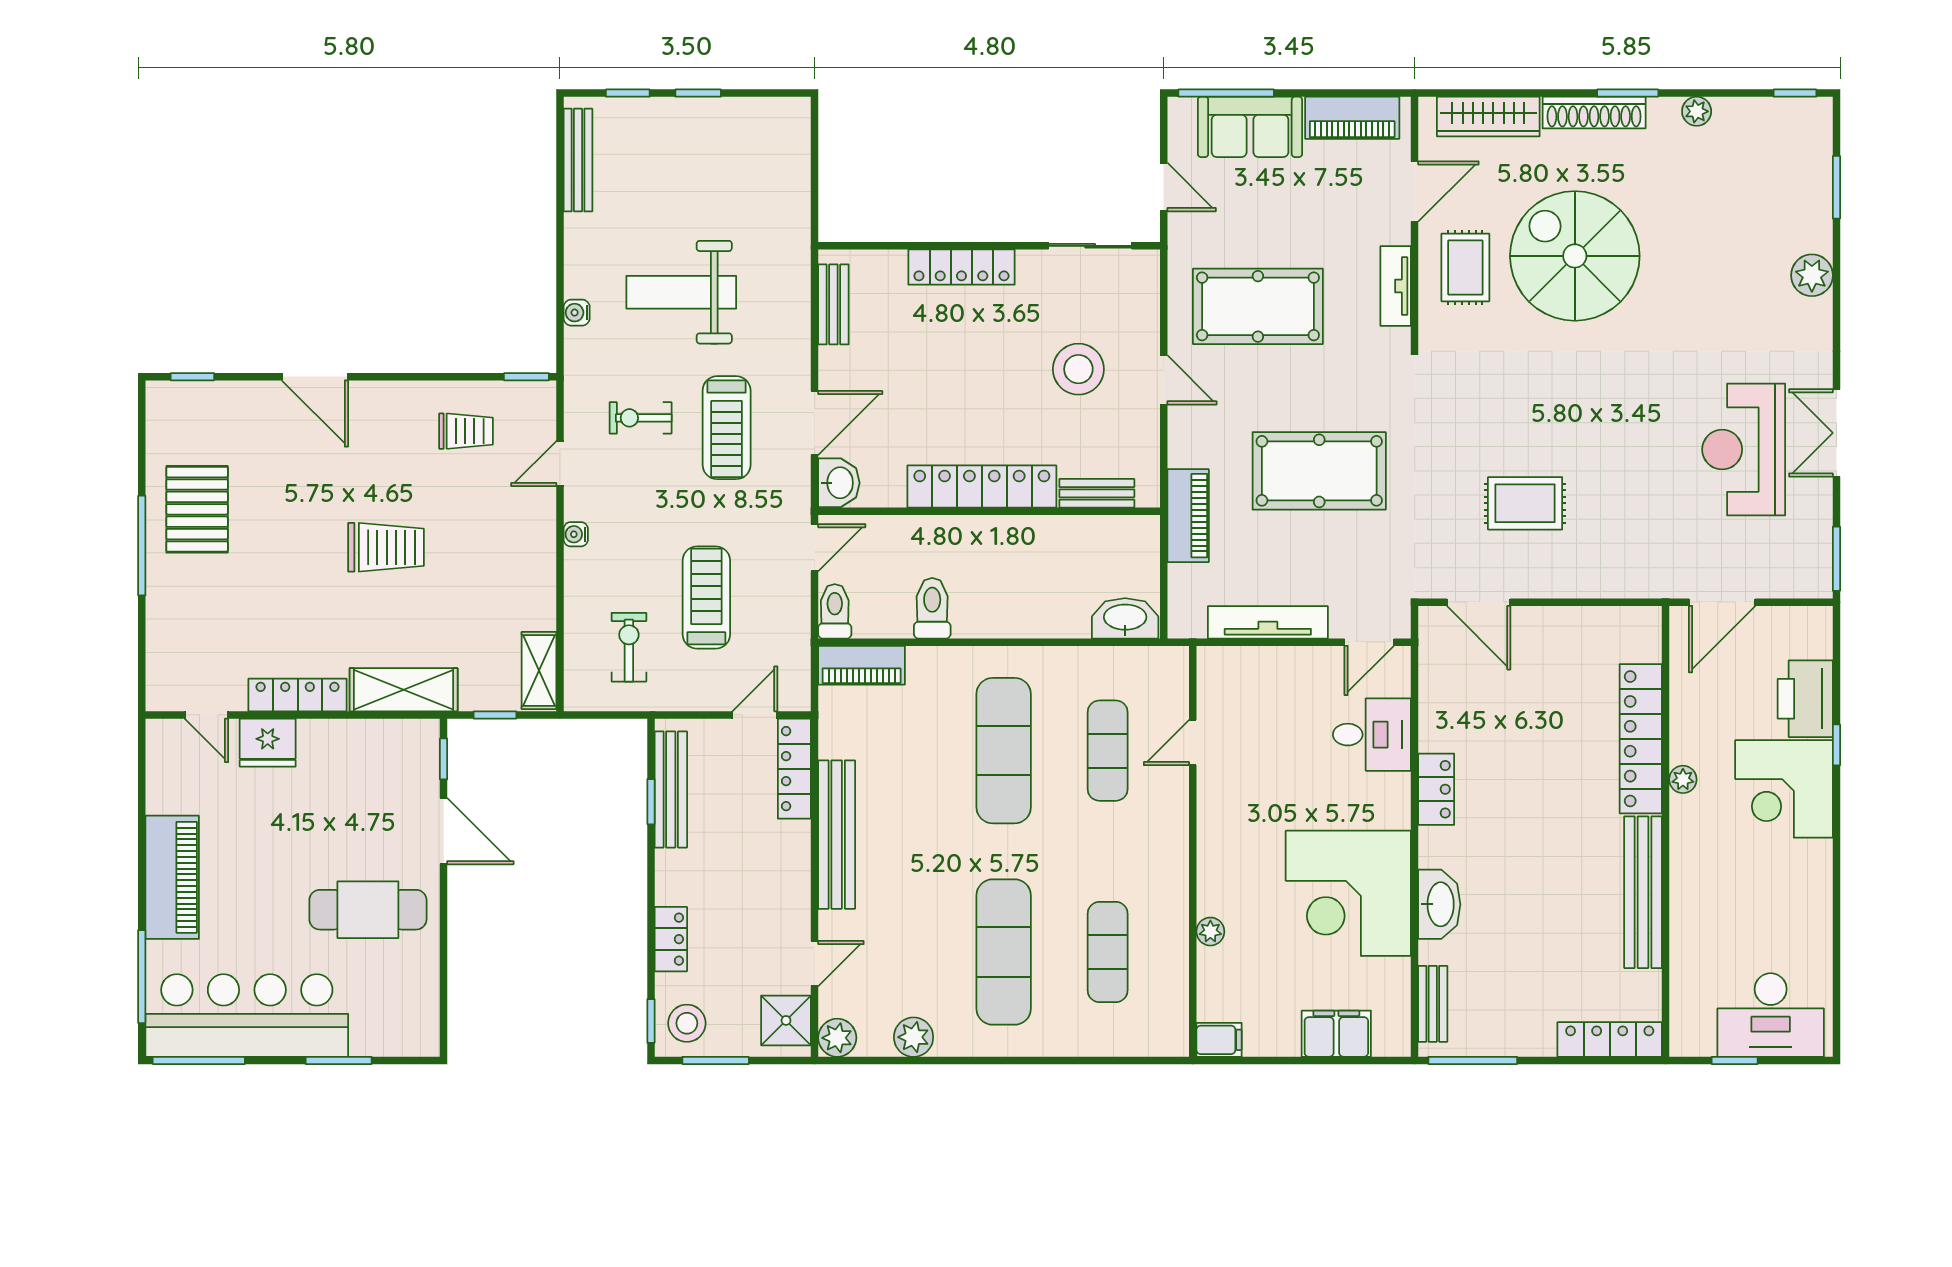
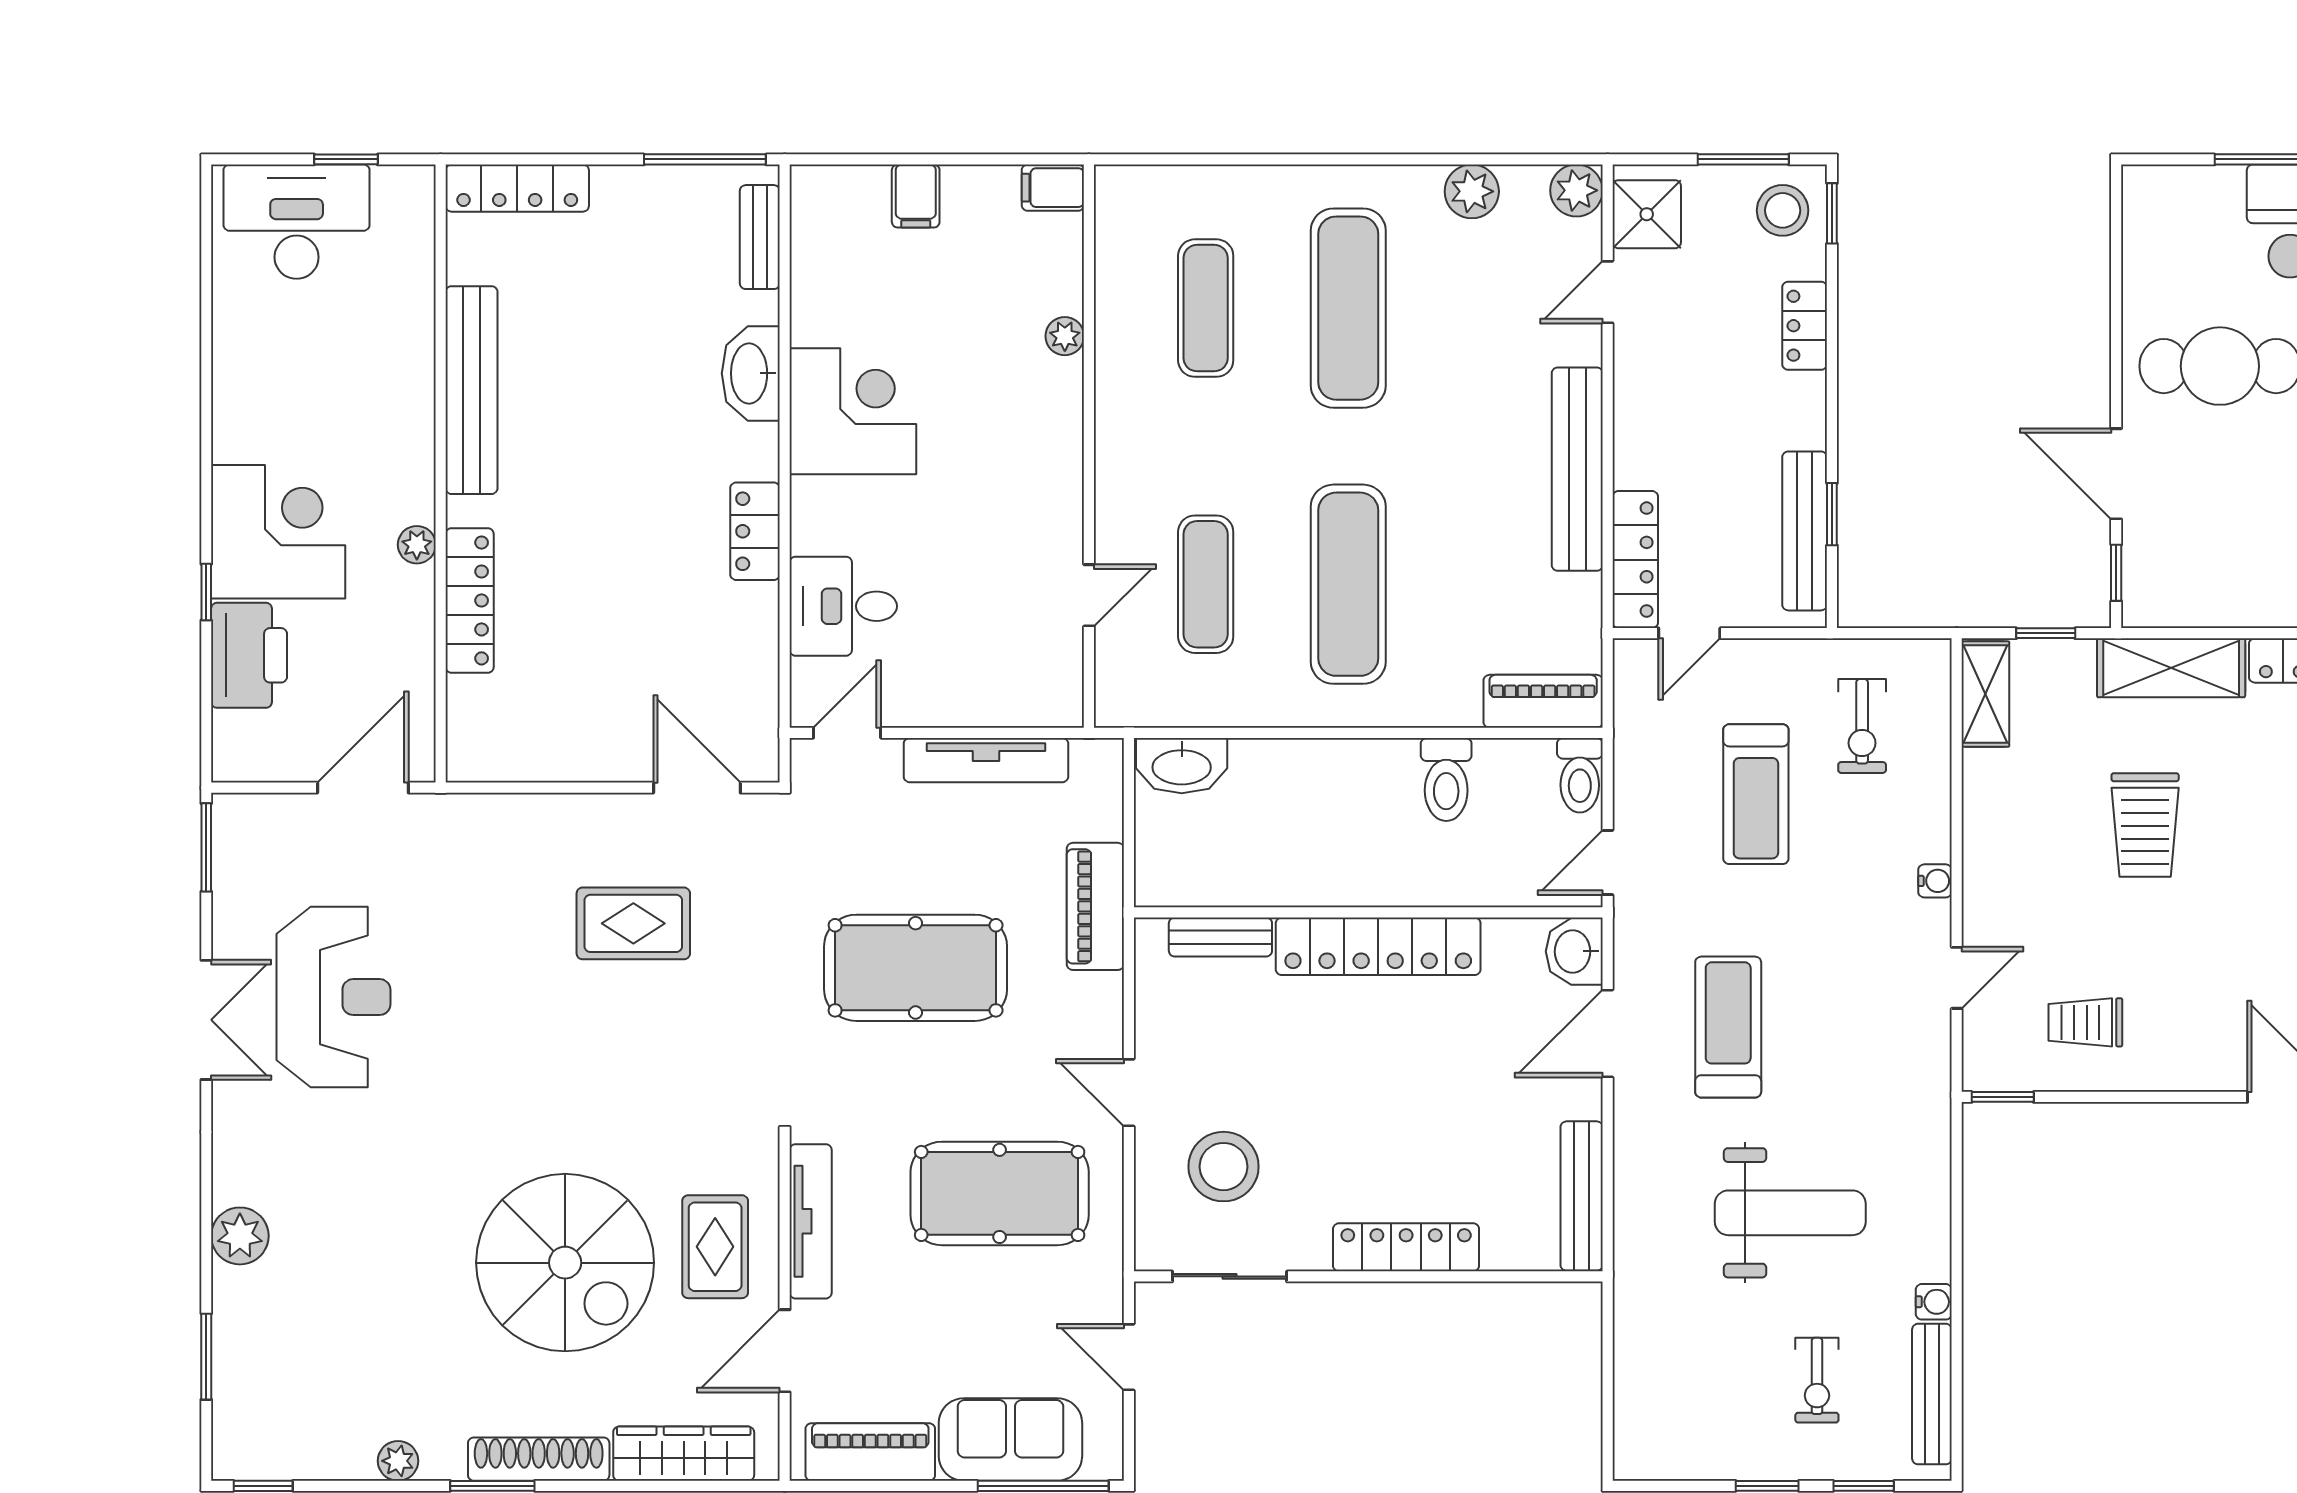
tv unit: (1396, 286) -> (811, 1221), width x1.41
bench: (833, 304) -> (1582, 1196), width x1.36
water cooler: (577, 313) -> (1934, 1302), moved
stool: (1078, 369) -> (1224, 1167), moved
exercise bike: (641, 418) -> (1817, 1380), moved, turned 90
trolley: (386, 547) -> (2145, 825), moved, turned -90
locker: (1641, 739) -> (470, 600), width x0.71, depth x0.83
corner desk: (1348, 893) -> (853, 411), width x0.74, depth x0.74
filing cabinet: (1336, 1034) -> (916, 196), width x0.50

